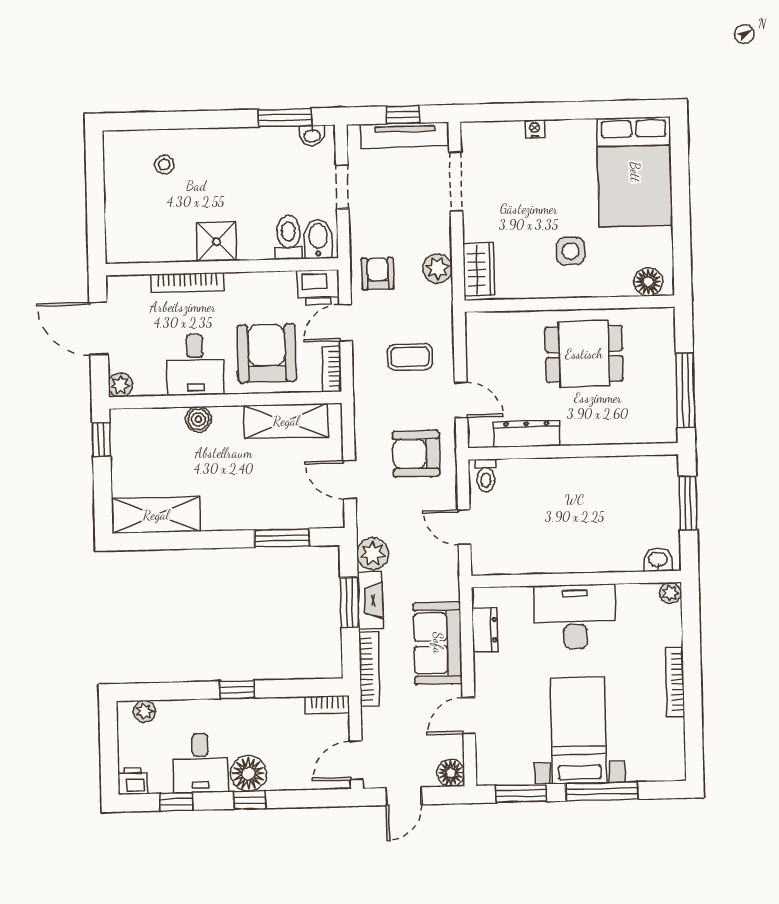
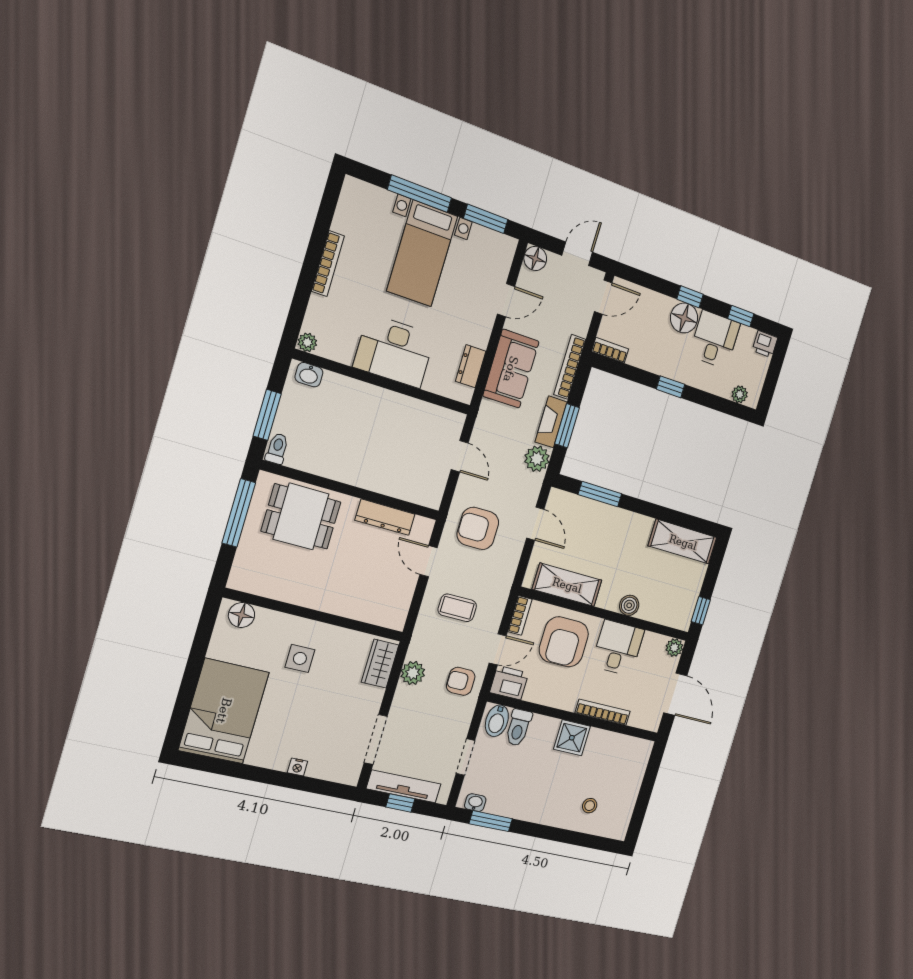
armchair: (378, 274) -> (461, 681), turned 90
dining table: (584, 354) -> (301, 517), moved
armchair: (416, 454) -> (478, 528), turned 180
toilet: (486, 475) -> (277, 449), moved

